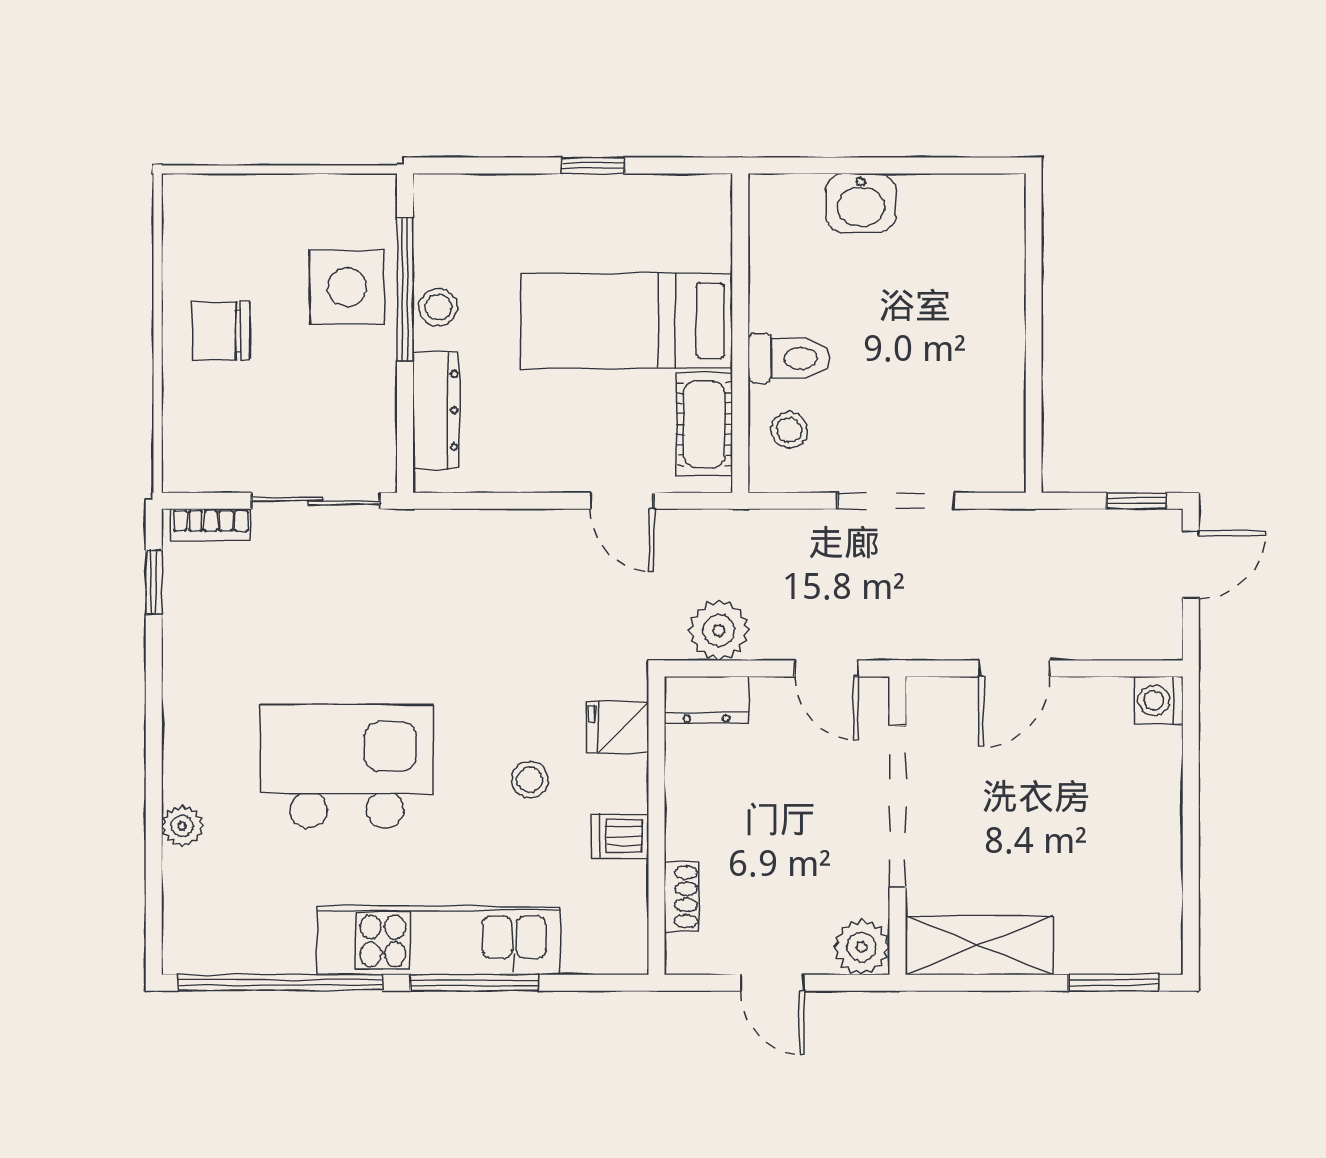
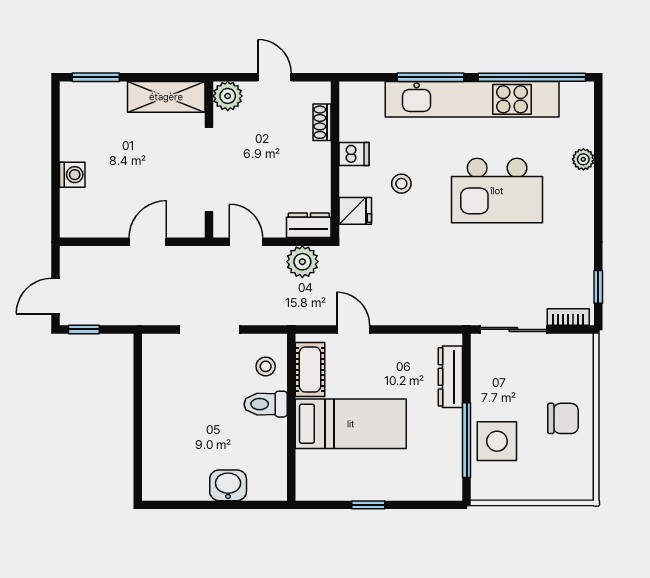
stool: (438, 307) -> (449, 431), removed
washing machine: (1159, 700) -> (72, 175), moved
kitchen unit: (439, 941) -> (472, 99), width x1.36

